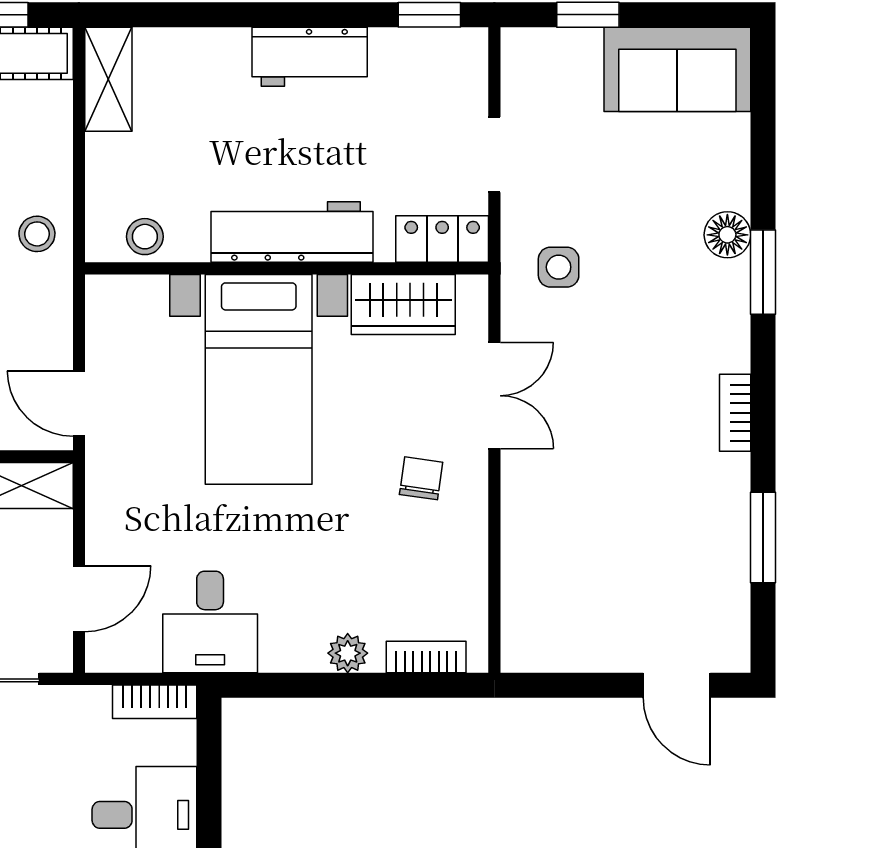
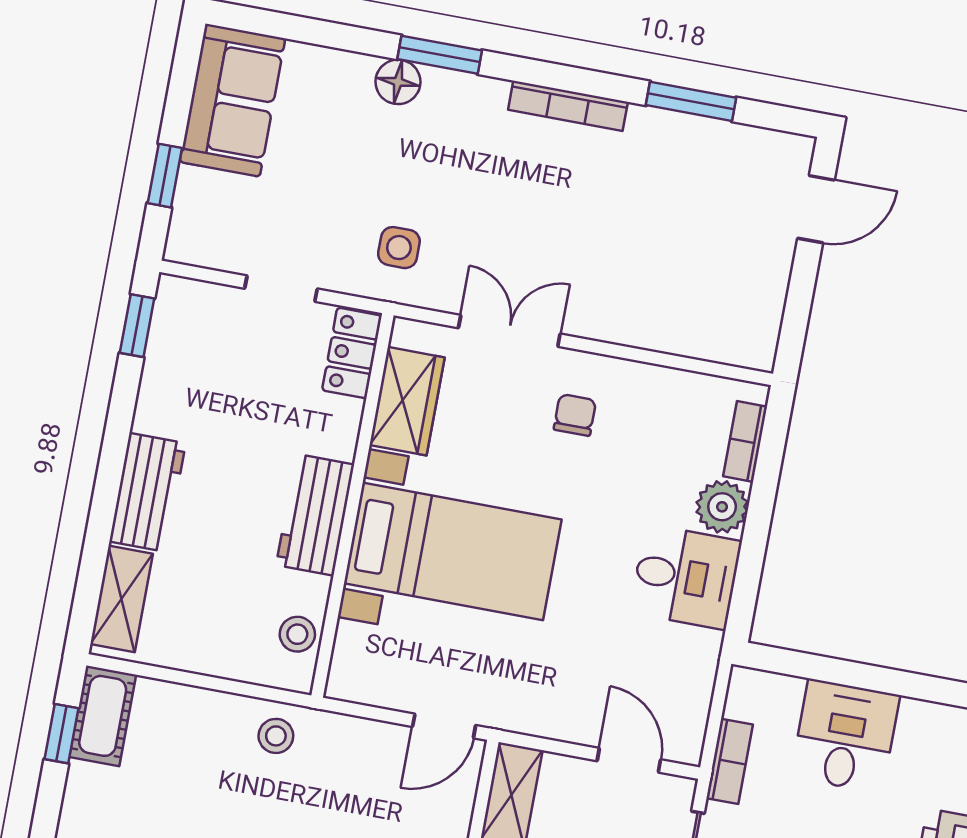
workbench: (310, 57) -> (147, 492), moved
shelving: (108, 79) -> (122, 599), moved, turned 90
workbench: (292, 232) -> (315, 515), width x0.73
bookcase: (735, 413) -> (568, 106), width x1.56
chair: (421, 478) -> (575, 415), turned 82
desk: (210, 622) -> (686, 577), moved
plant: (348, 653) -> (722, 507), width x1.38, depth x1.38
bookcase: (155, 702) -> (730, 761), moved

